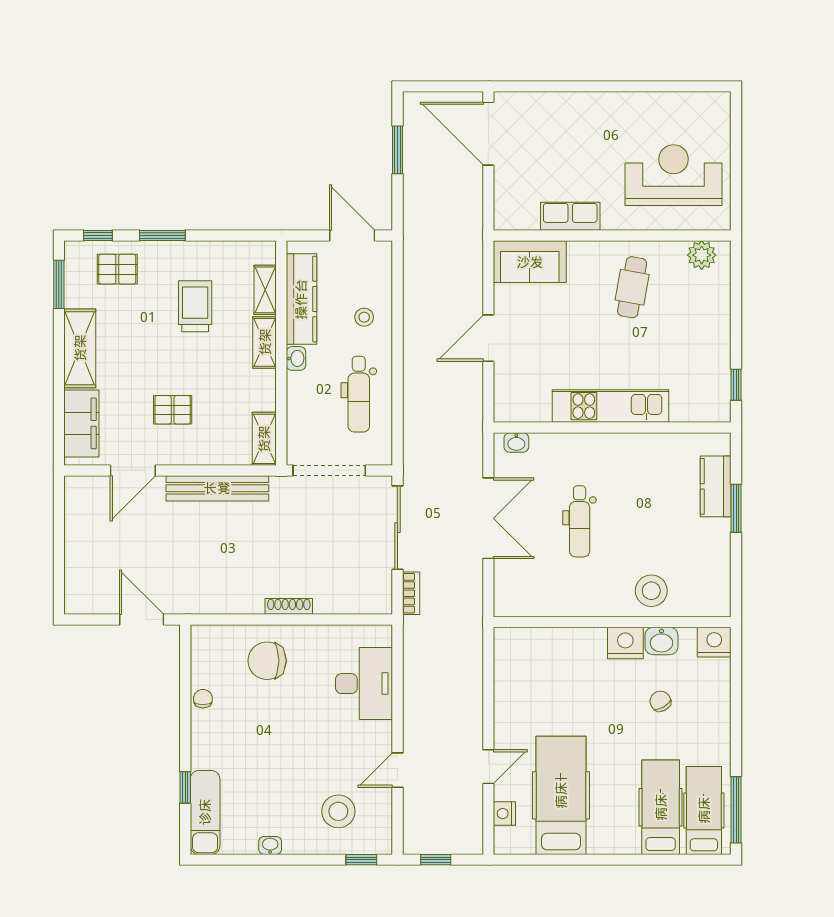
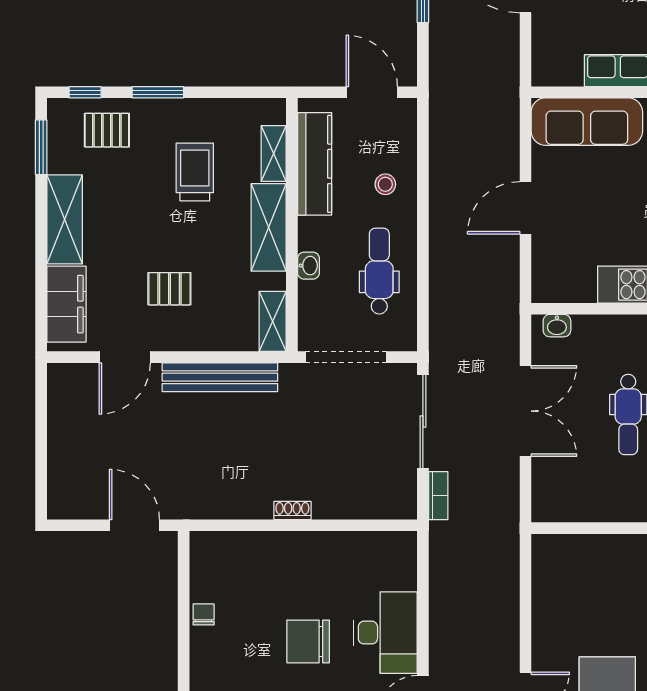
sofa: (530, 262) -> (587, 122), width x1.36
shelving: (265, 342) -> (269, 227), width x1.50, depth x1.33
washbasin: (296, 358) -> (309, 266), moved
dental chair: (359, 394) -> (379, 271), turned 180
shoe rack: (289, 606) -> (292, 510), width x0.70
chair: (267, 661) -> (308, 641), moved
desk: (364, 684) -> (385, 633), moved

